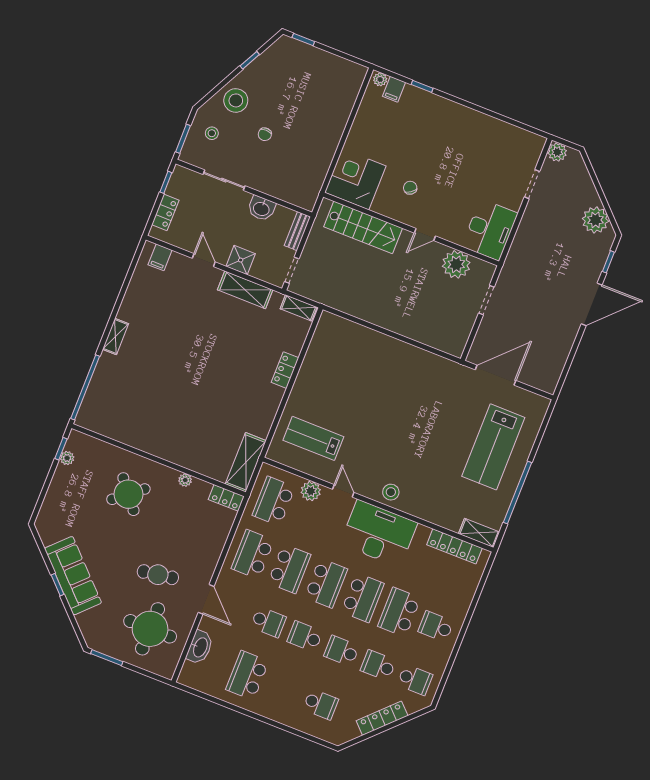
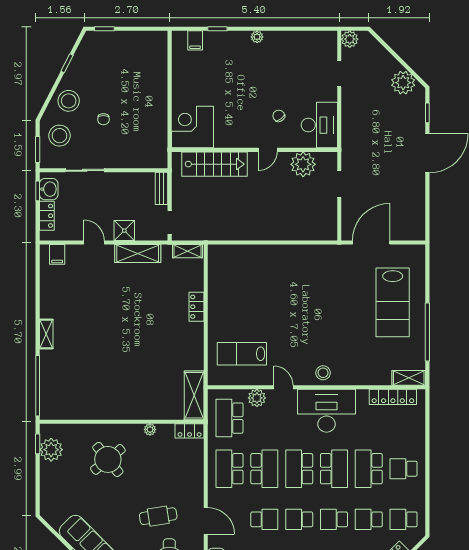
plant: (380, 79) -> (257, 37), moved
stool: (212, 133) -> (60, 136), width x1.89, depth x1.89
chair: (410, 188) -> (279, 116), moved
washbasin: (261, 208) -> (49, 189), moved, turned -90
plant: (67, 458) -> (51, 450), width x1.87, depth x1.87
school desk: (326, 583) -> (299, 469), turned 180
school desk: (415, 680) -> (404, 519), turned 180

